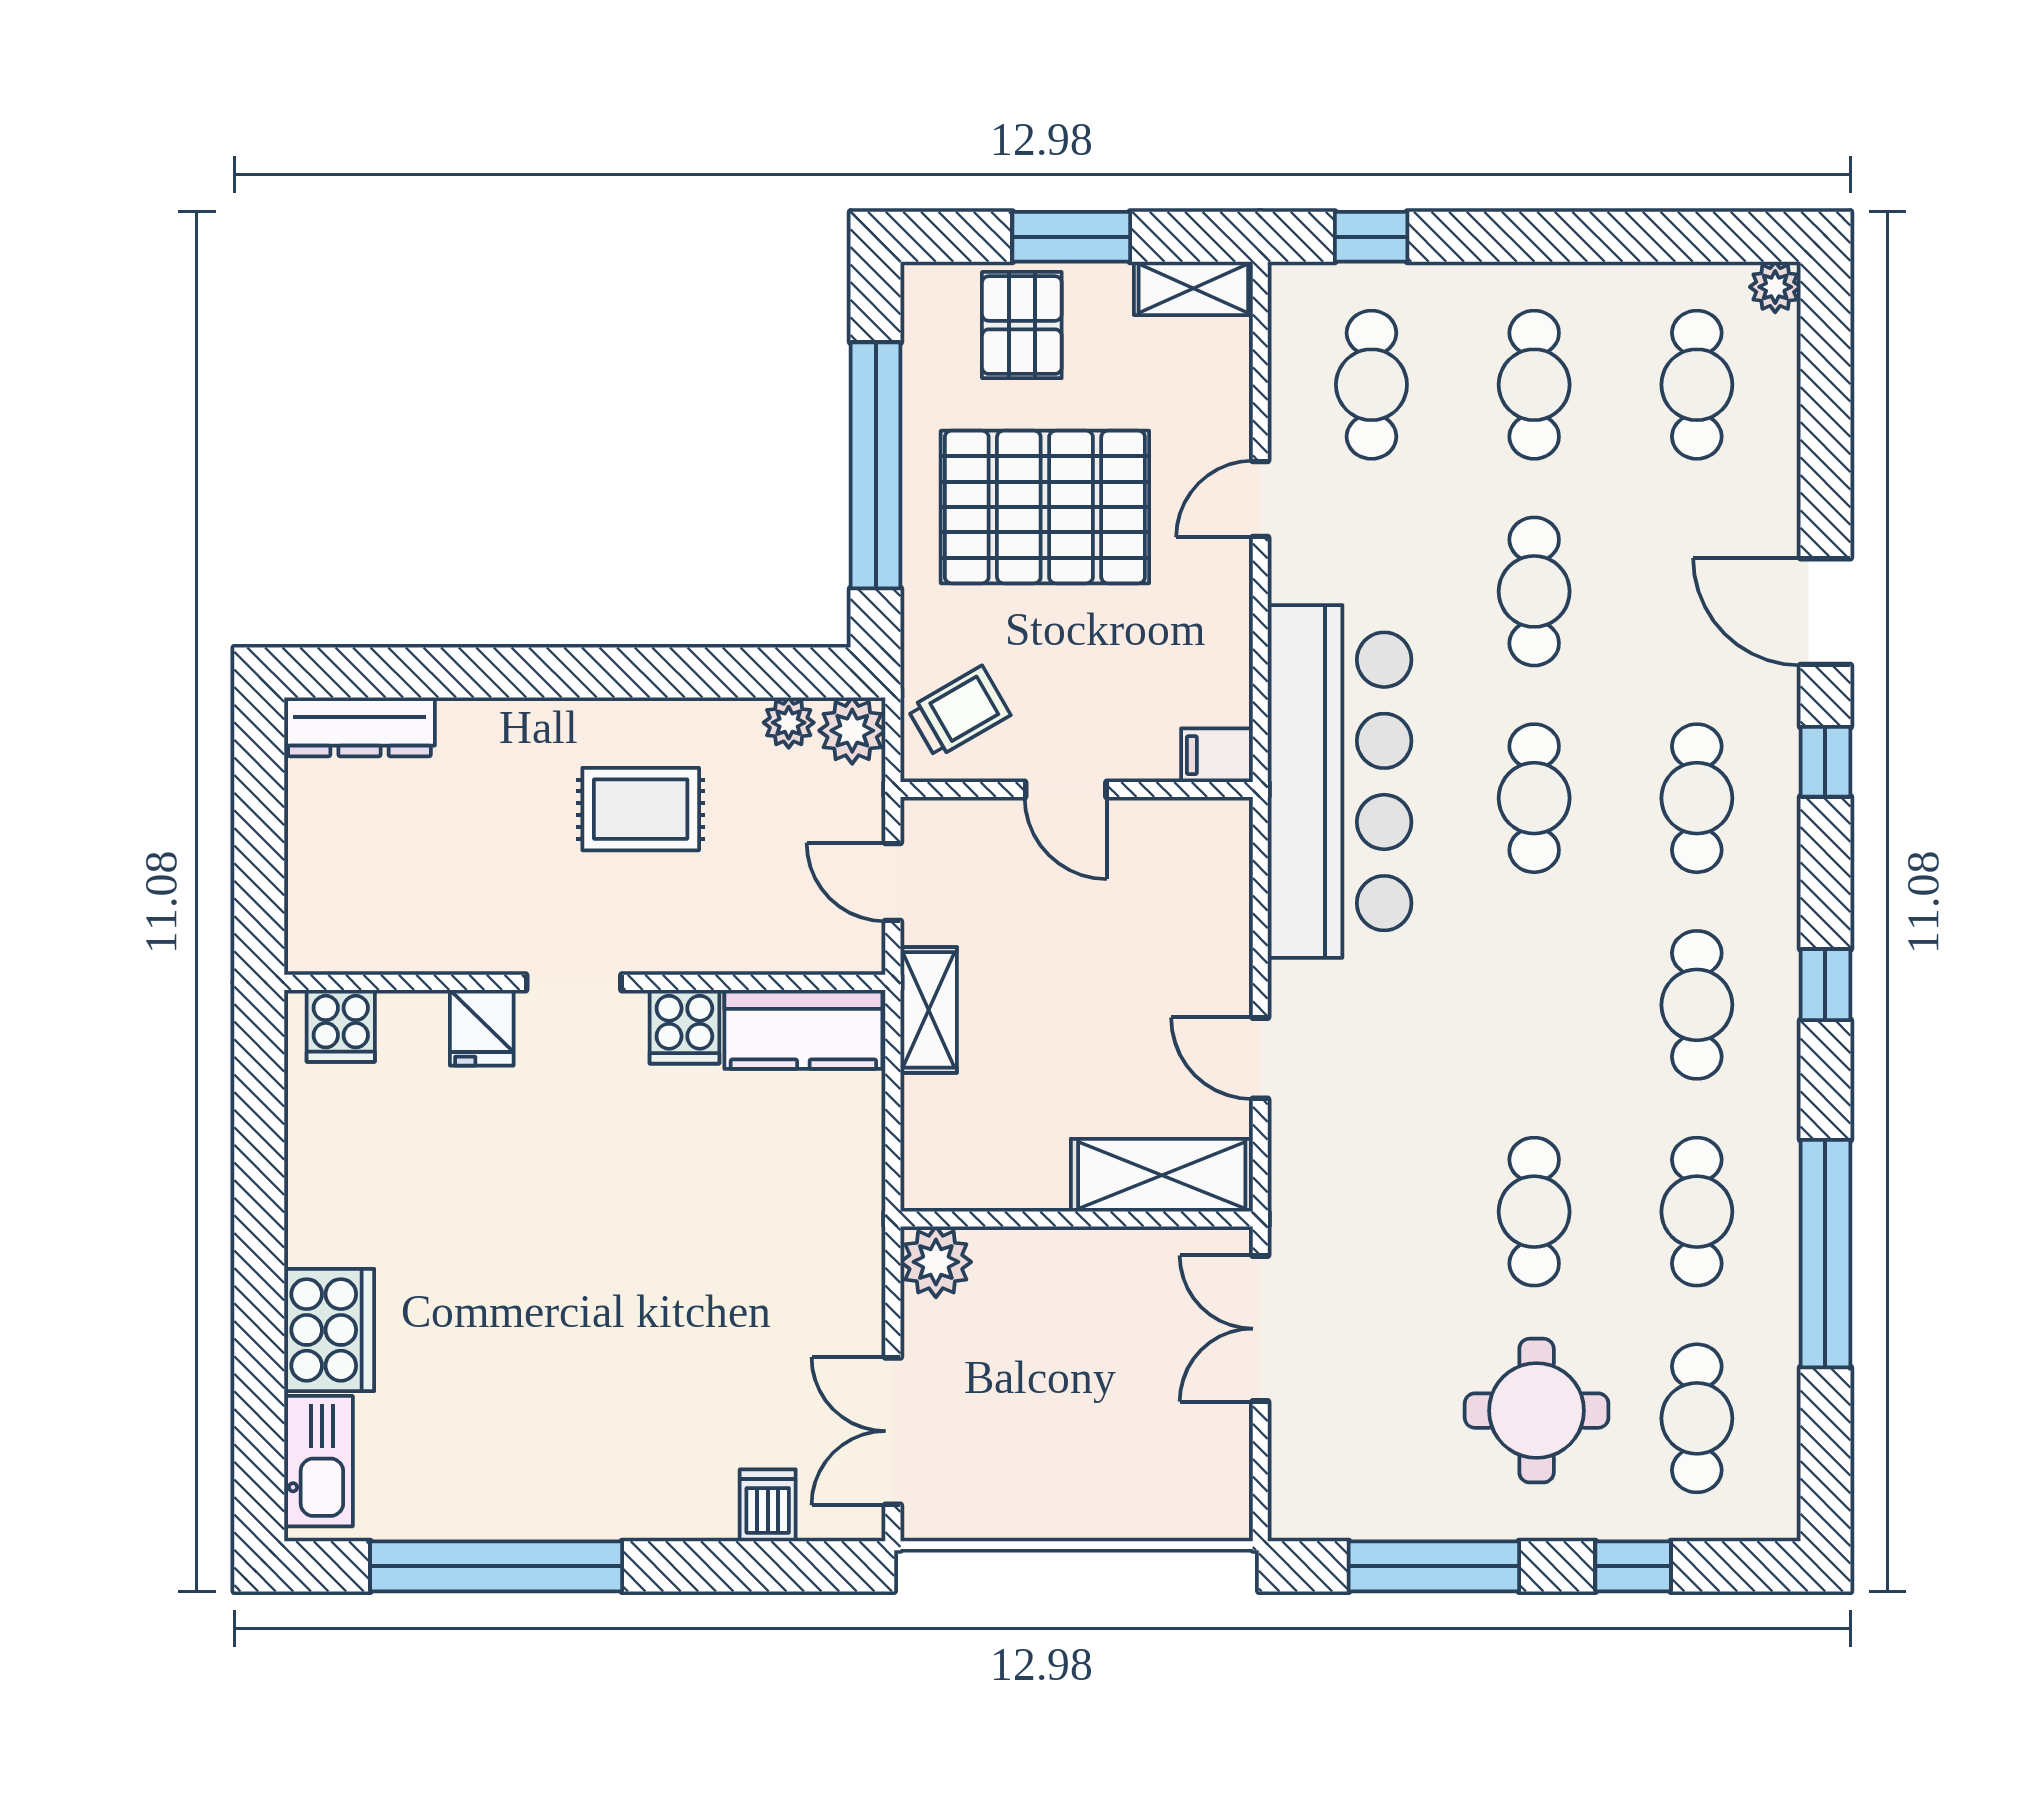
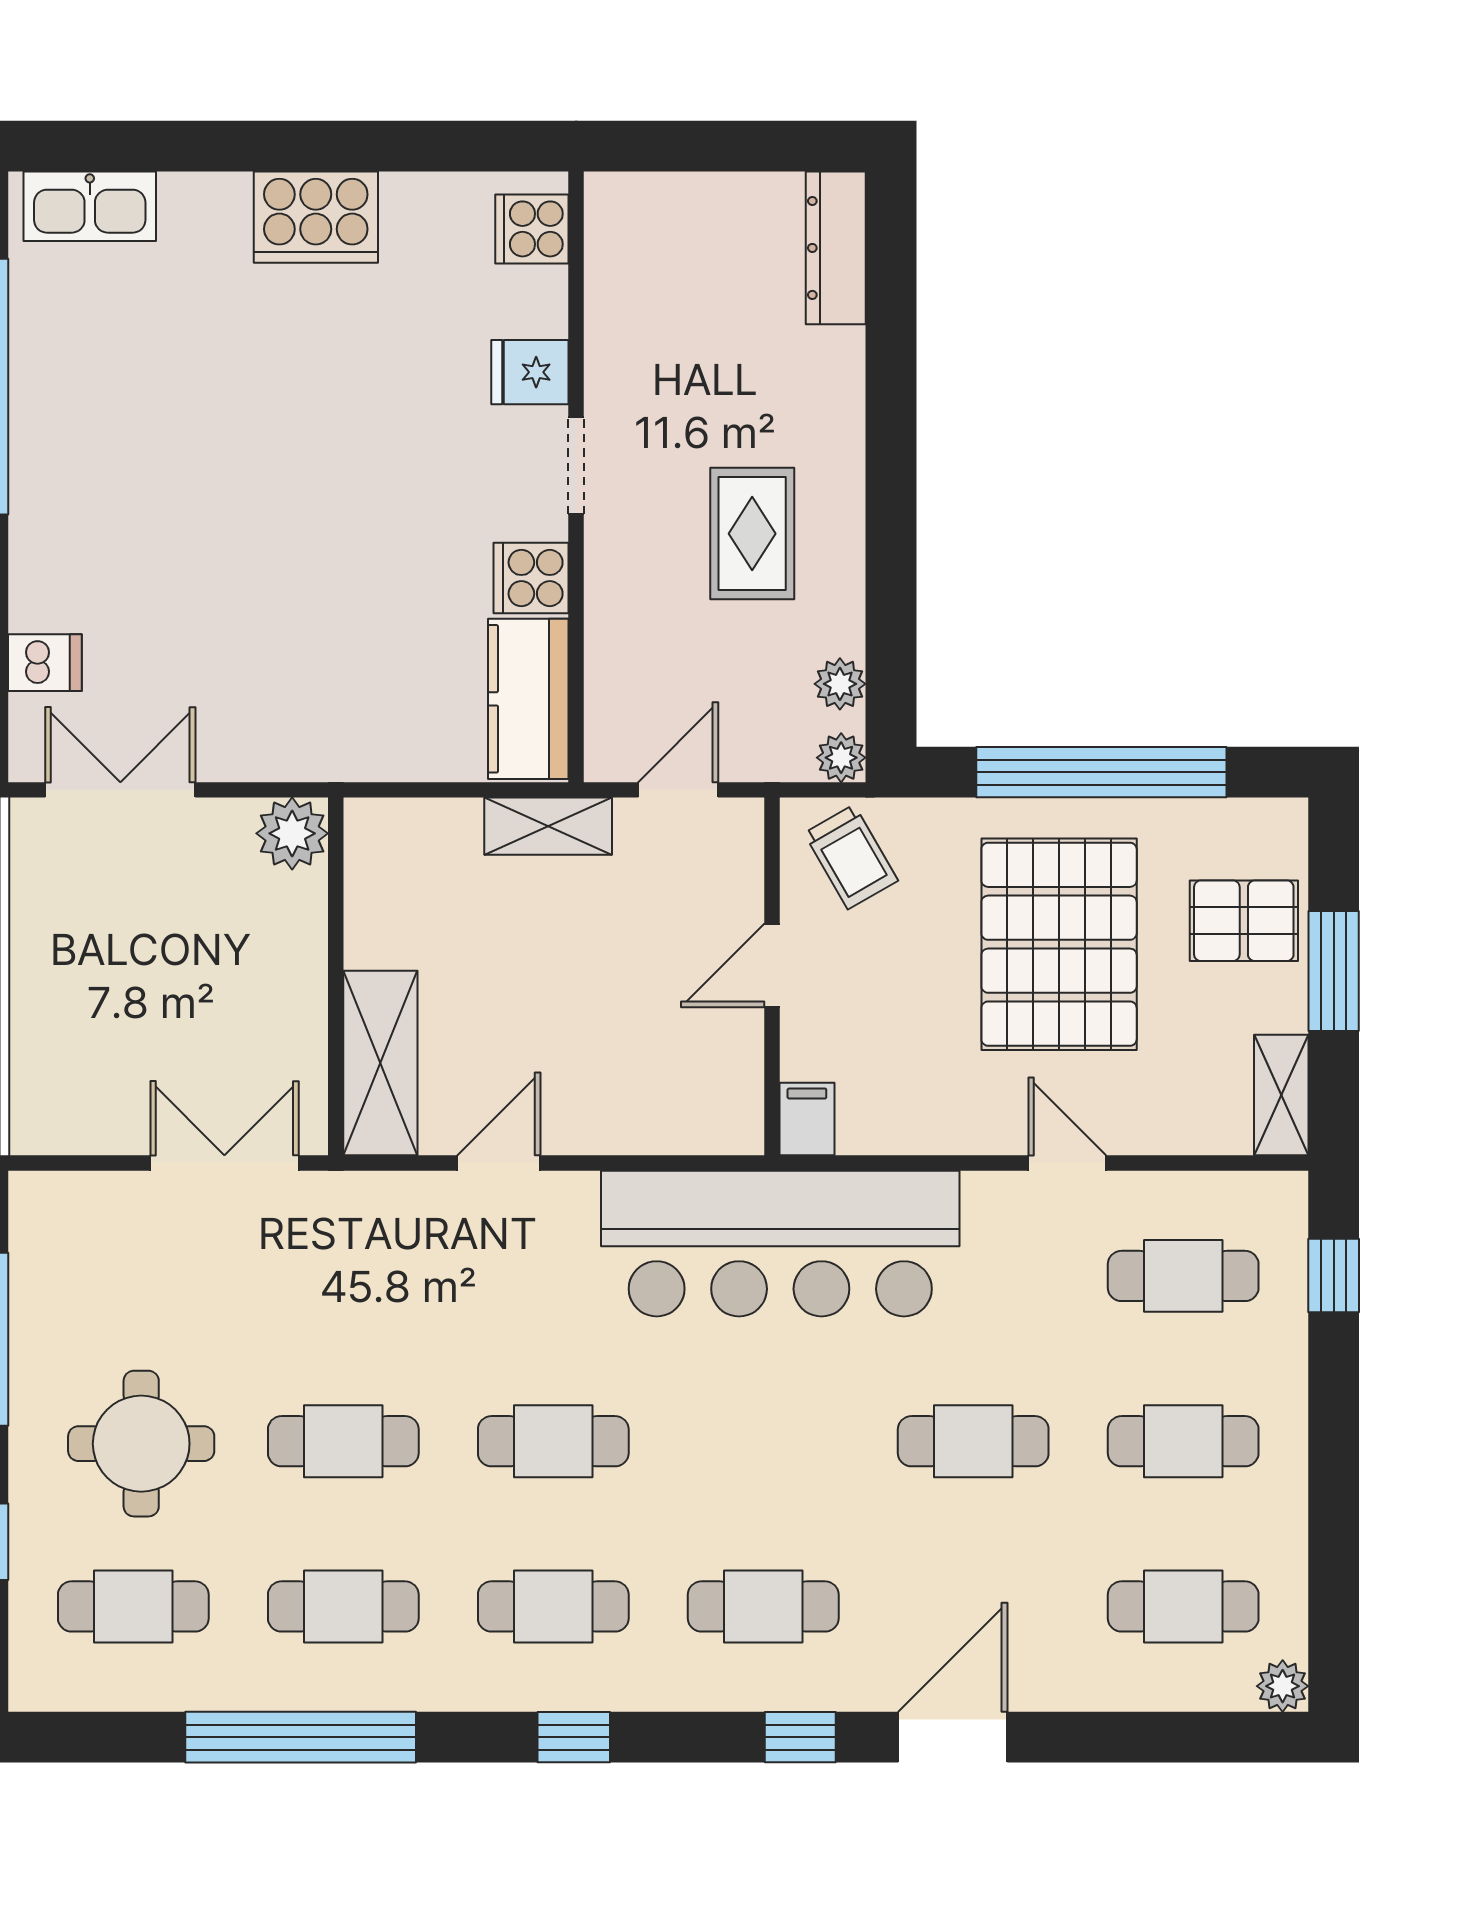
plant: (852, 731) -> (841, 758), width x0.73, depth x0.73
cafe table: (1534, 798) -> (553, 1441), moved
cooker: (329, 1330) -> (316, 217), moved

